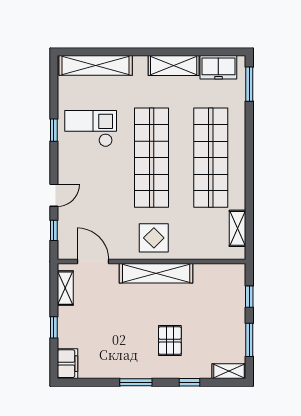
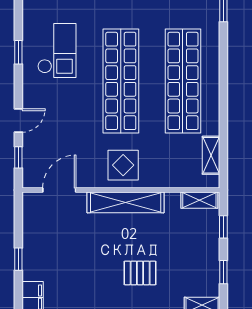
checkout: (91, 129) -> (57, 51), turned 90
door: (93, 262) -> (59, 190), hinge flipped
shelving: (65, 288) -> (199, 200), moved, turned 90
window: (249, 340) -> (223, 272), width x0.67
pallet: (170, 341) -> (140, 273), turned 90

